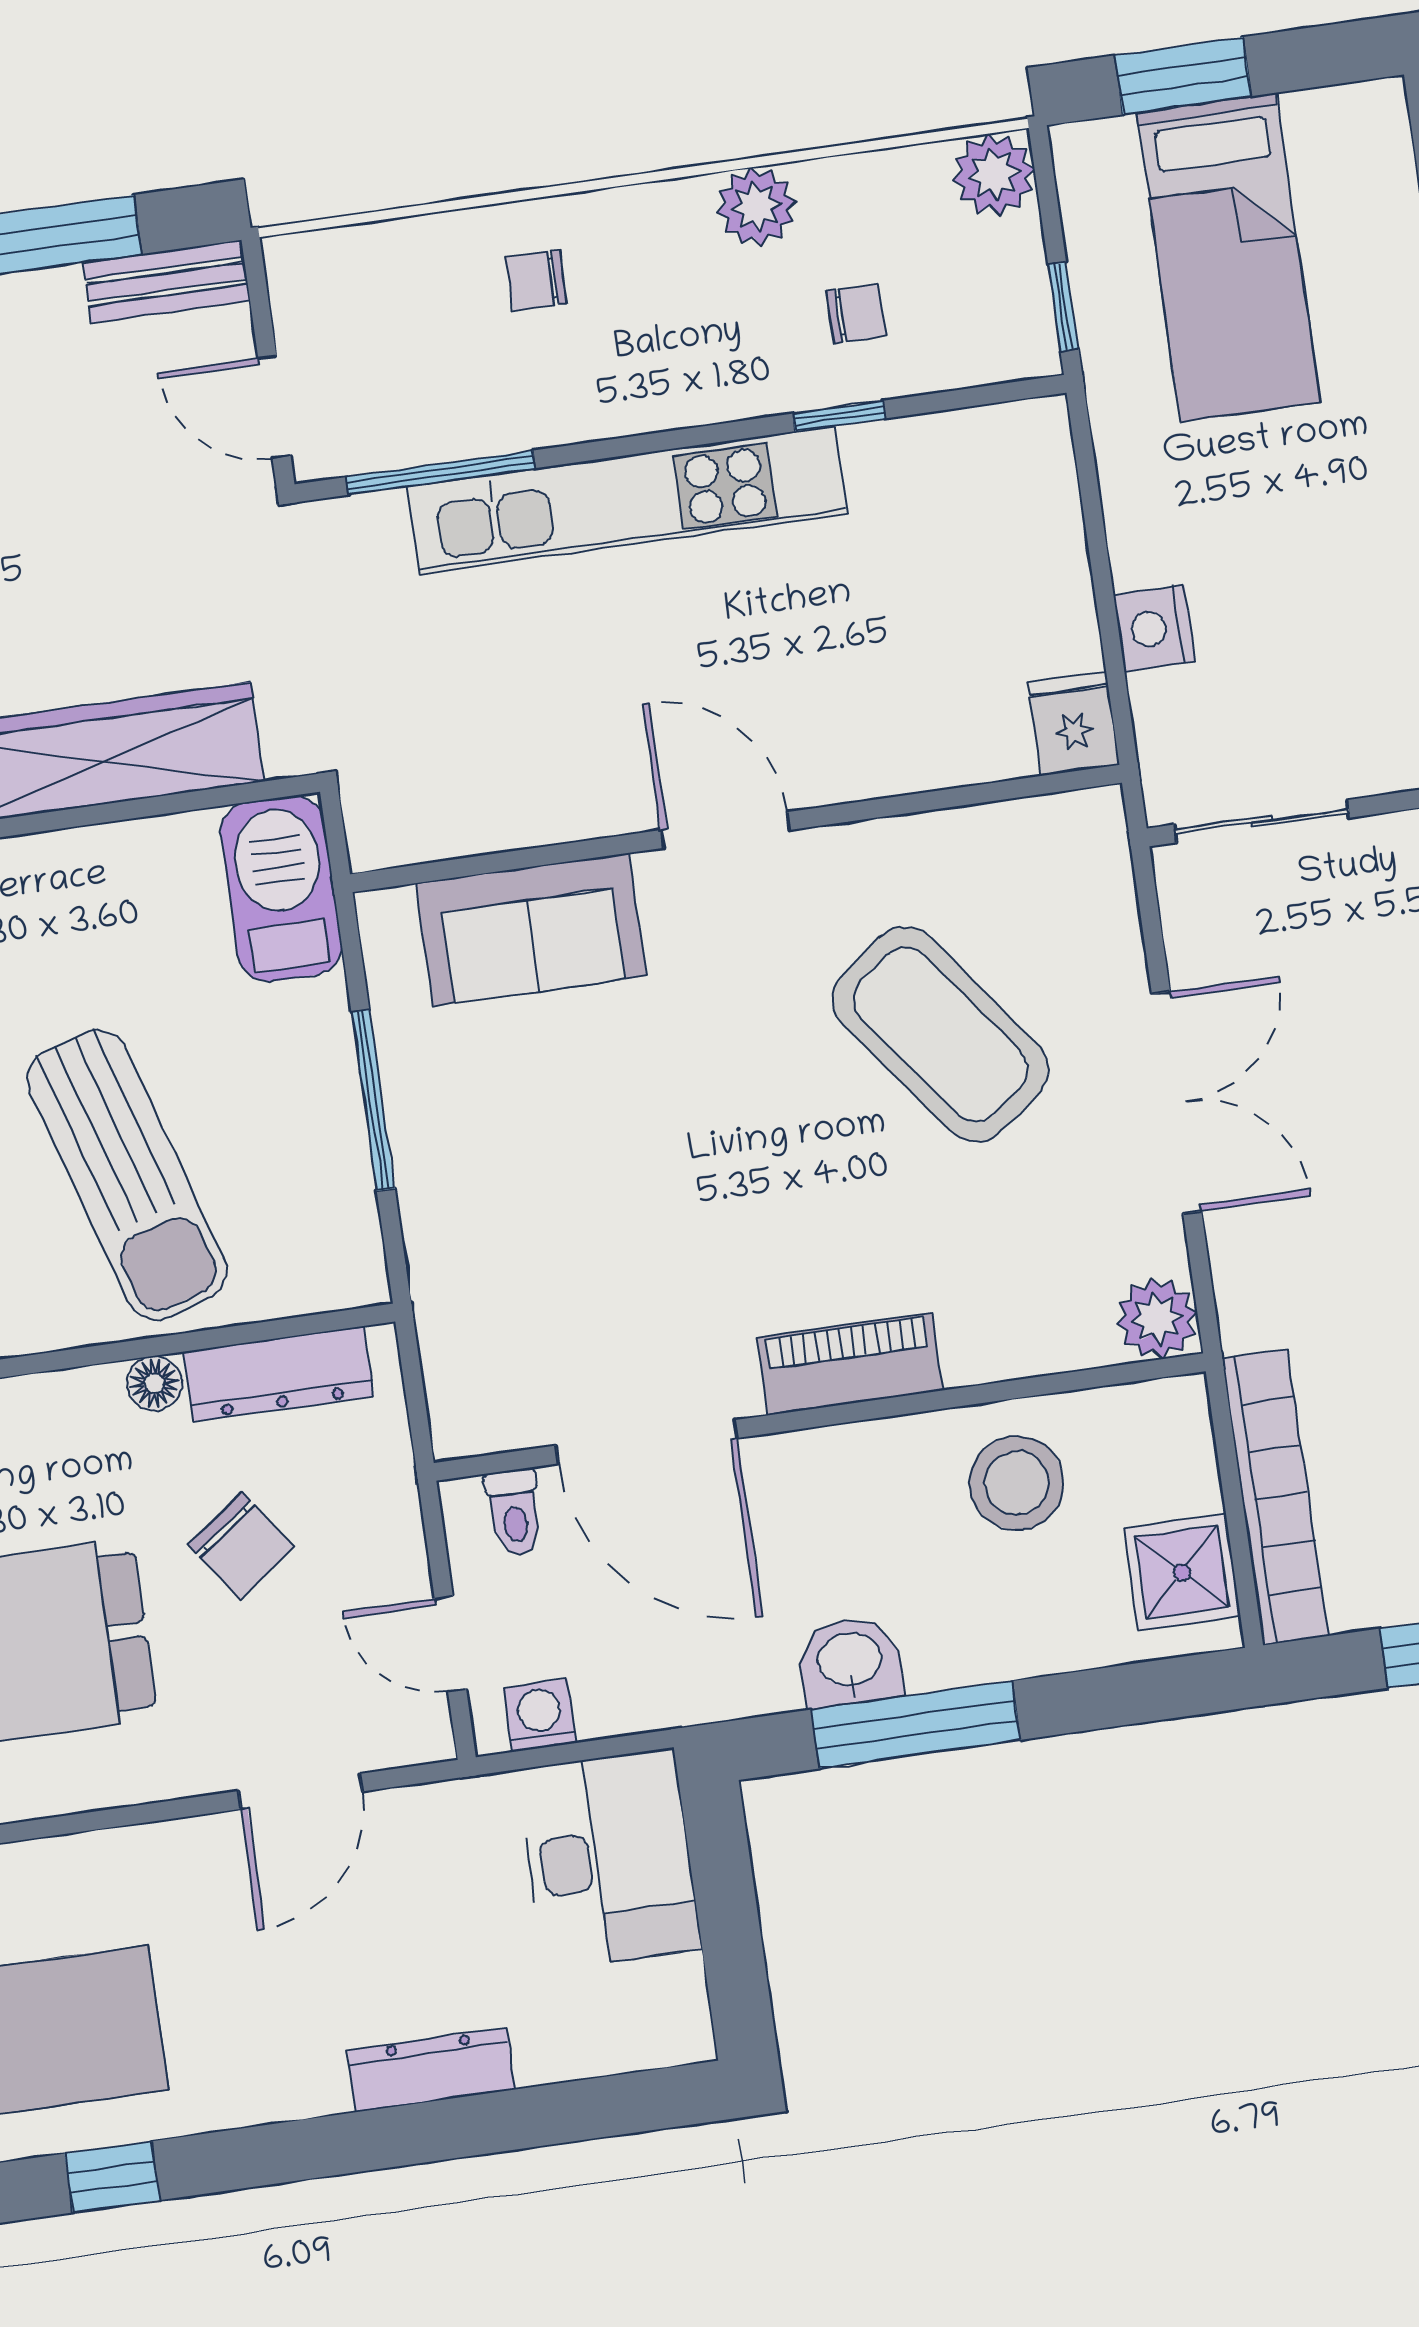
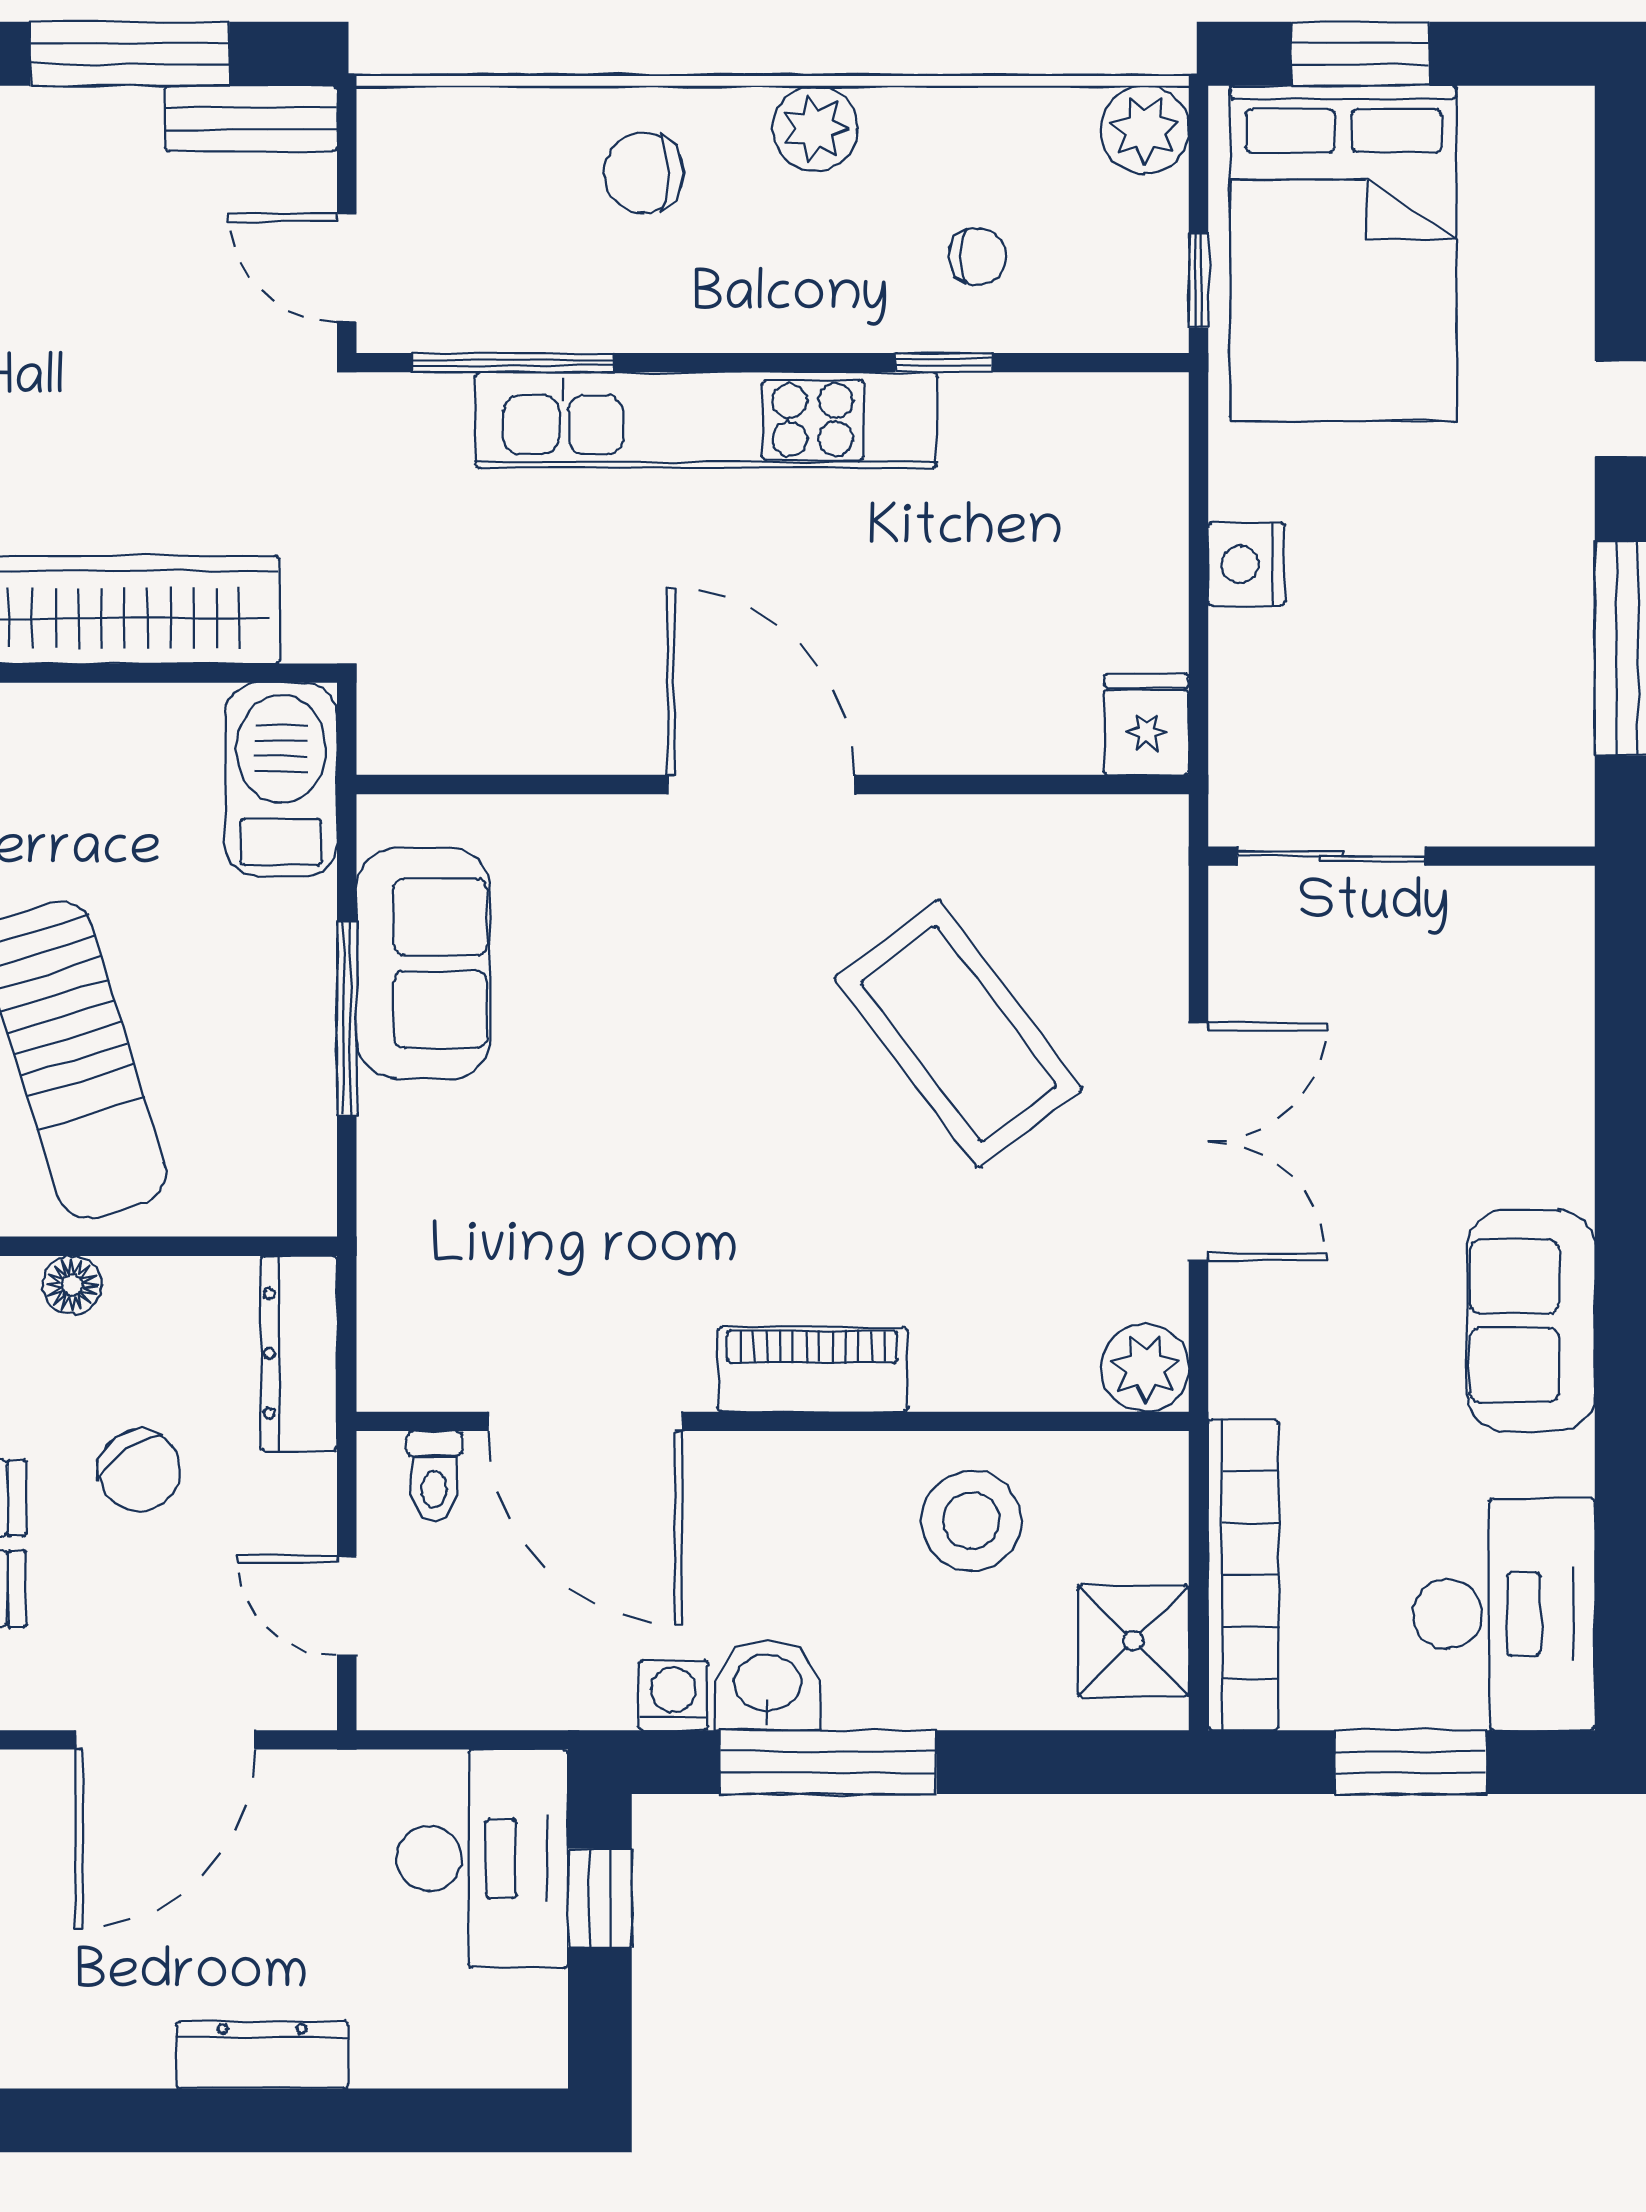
plant: (756, 207) -> (815, 128), moved
bed: (1229, 257) -> (1343, 253), width x1.50
chair: (536, 280) -> (644, 173), width x1.37, depth x1.37
nightstand: (1154, 628) -> (1246, 564), moved
door: (725, 830) -> (761, 785), width x1.36
sofa: (531, 930) -> (423, 963), moved, turned -90
dresser: (279, 1374) -> (299, 1353), moved, turned 90
washing machine: (540, 1715) -> (673, 1696), moved
door: (300, 1791) -> (165, 1740), width x1.36
window: (723, 1880) -> (600, 1898), added

